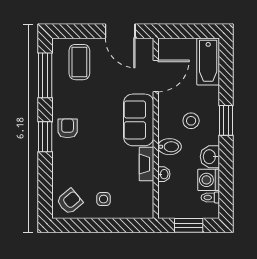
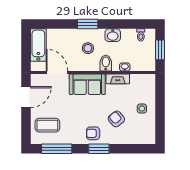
bathtub: (208, 61) -> (38, 45), moved, turned -90
washing machine: (209, 180) -> (129, 36), removed
armchair: (70, 201) -> (116, 119), moved

